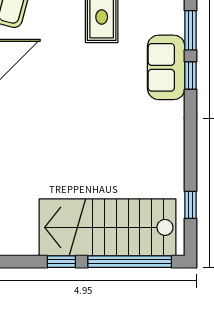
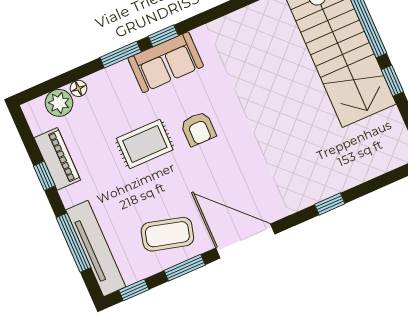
armchair: (94, 70) -> (198, 129), added

